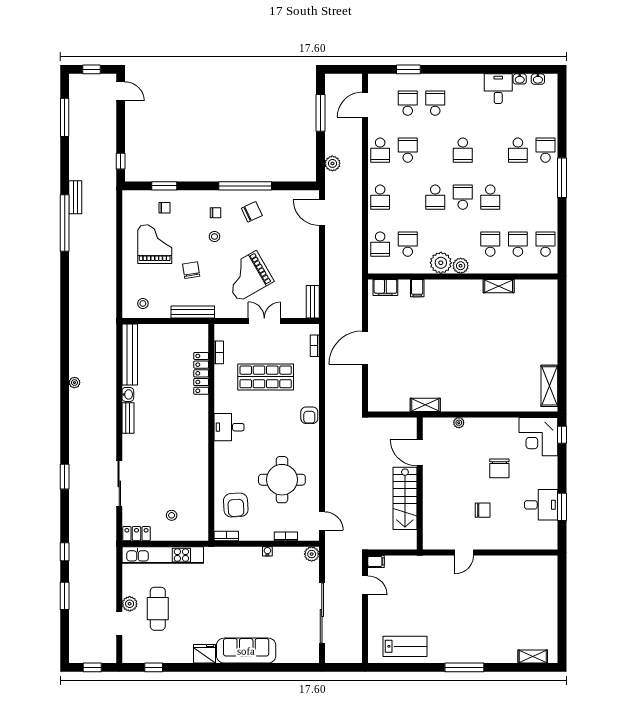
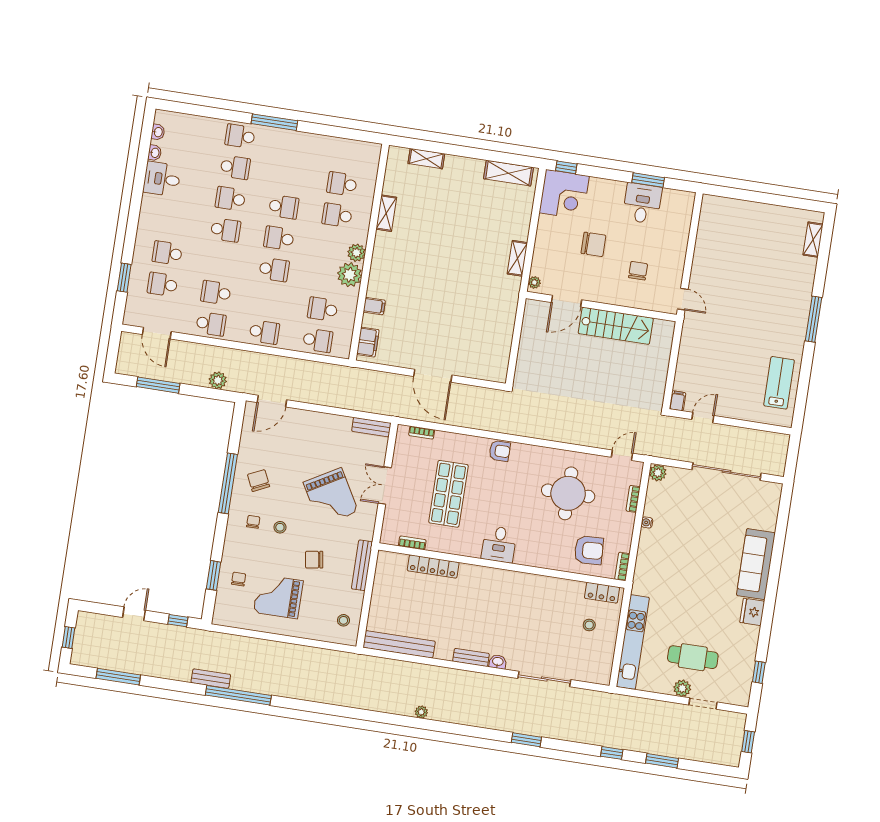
door: (121, 91) -> (134, 614), moved
school desk: (545, 244) -> (230, 199), moved
shelving: (551, 313) -> (426, 159), added
washbasin: (128, 394) -> (498, 662), moved
shelving: (425, 405) -> (517, 258), moved
door: (420, 453) -> (566, 301), moved
wall: (420, 483) -> (601, 307), moved
stairs: (405, 498) -> (616, 326), moved
locker: (136, 534) -> (602, 593), moved, turned -90

